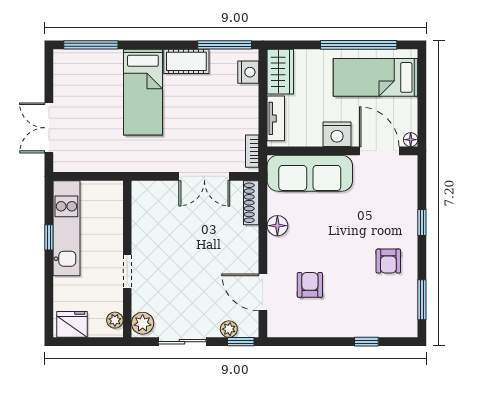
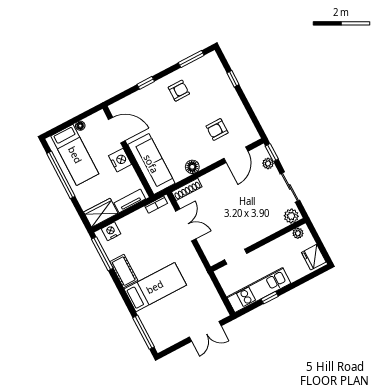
floor lamp: (411, 140) -> (80, 126), moved
door: (379, 151) -> (117, 130), swing flipped
doorway: (127, 272) -> (236, 257), moved

